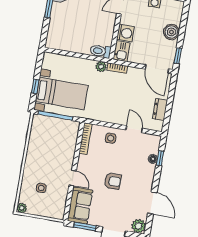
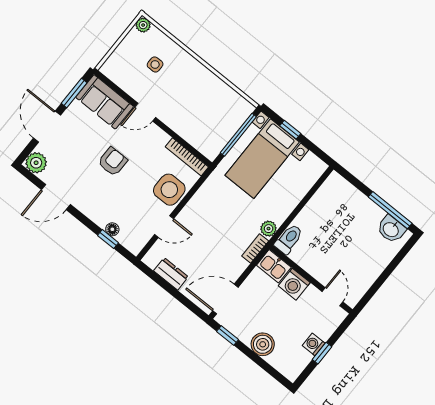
side table: (111, 138) -> (169, 190), width x1.87, depth x1.87
armchair: (113, 181) -> (113, 162), turned 180

